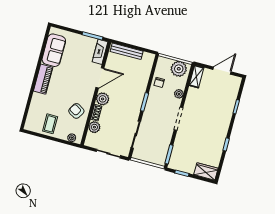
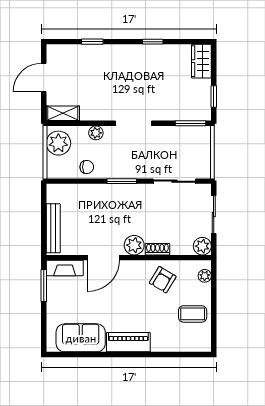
door: (222, 71) -> (44, 77), hinge flipped
door: (100, 78) -> (104, 258), swing flipped
plant: (94, 127) -> (202, 246), moved

